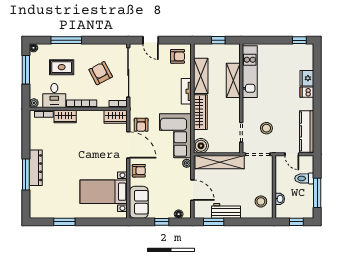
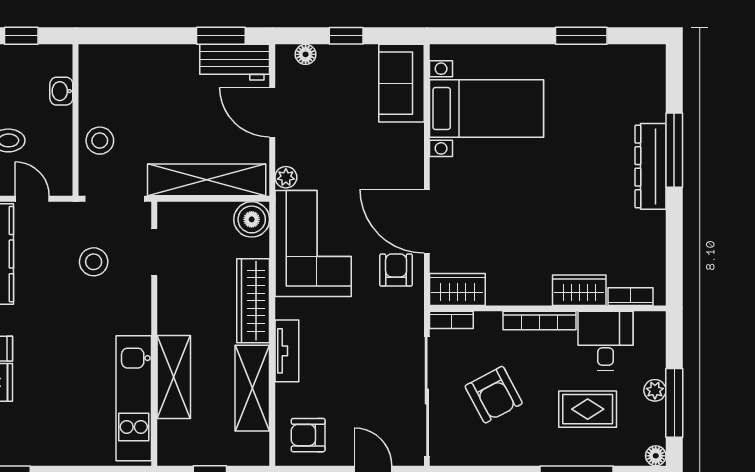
plant: (34, 103) -> (655, 390), moved
armchair: (139, 171) -> (401, 159), removed
stool: (261, 201) -> (100, 141), moved
workbench: (226, 211) -> (235, 62), moved

